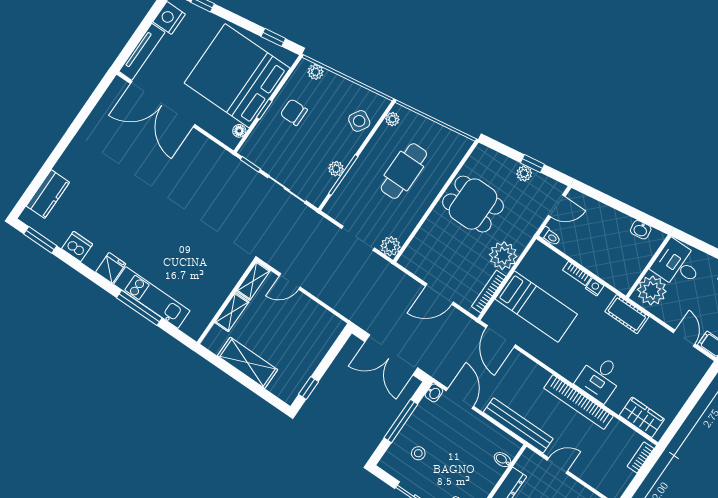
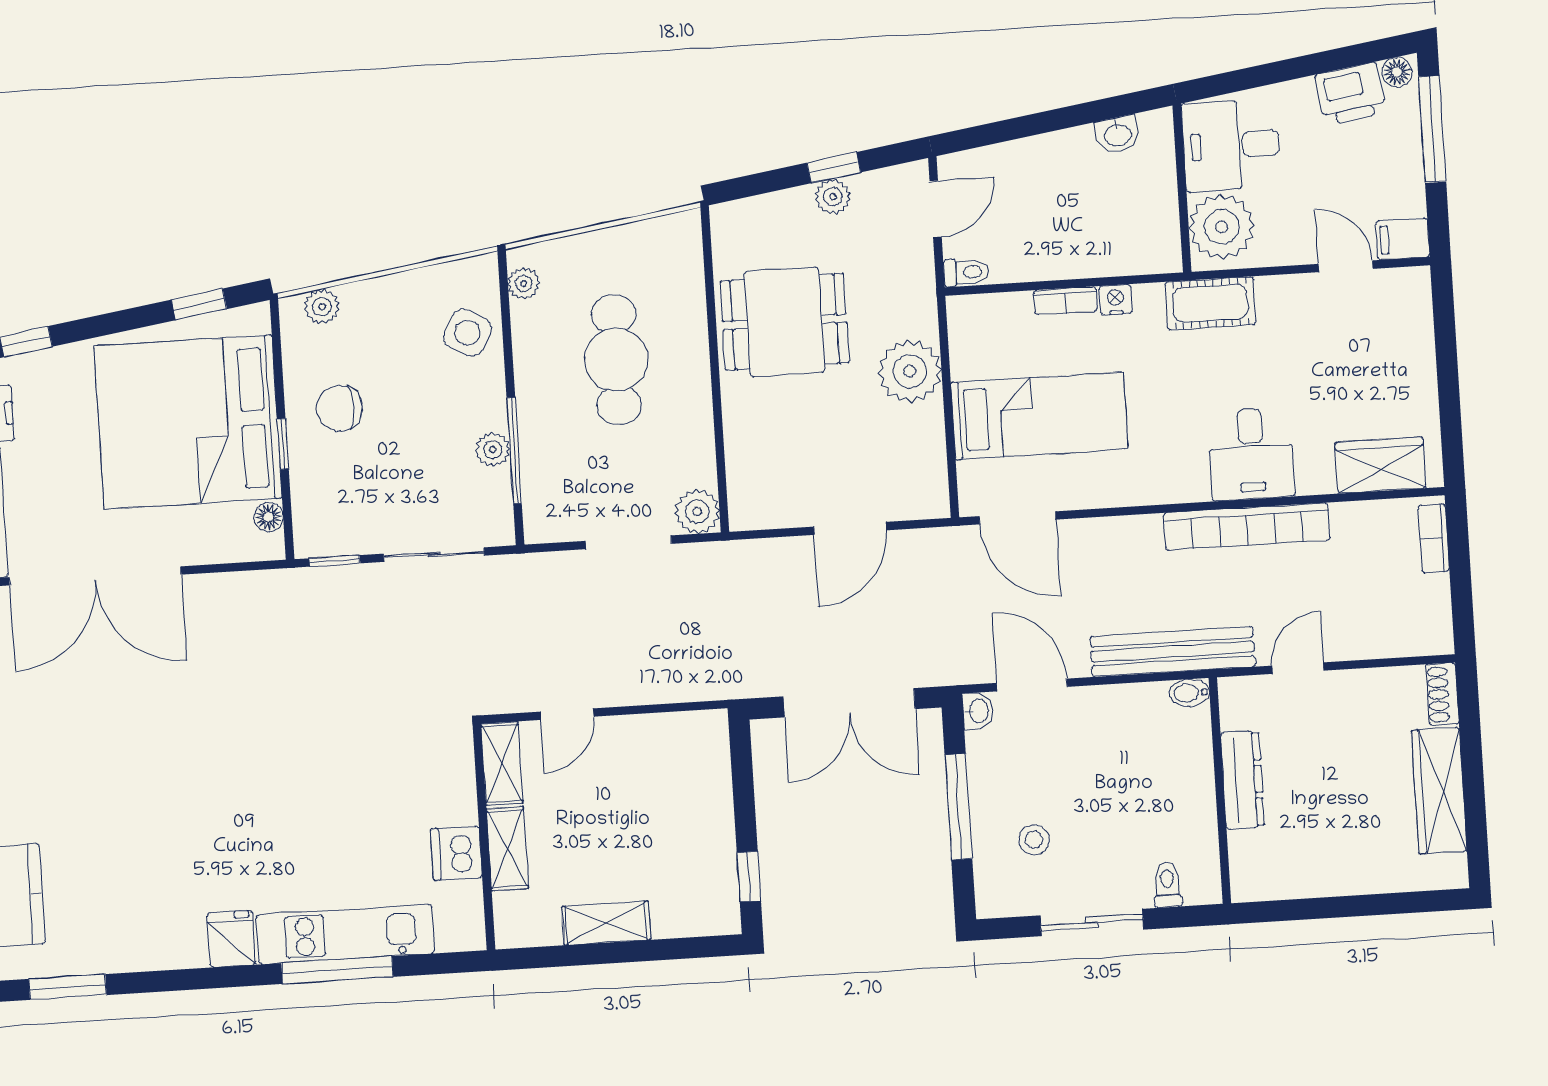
dishwasher: (77, 246) -> (456, 853), moved, turned -90
bookcase: (489, 291) -> (934, 455), removed
shelving: (248, 363) -> (606, 923), width x0.67, depth x0.75
bidet: (502, 460) -> (1189, 693), moved

